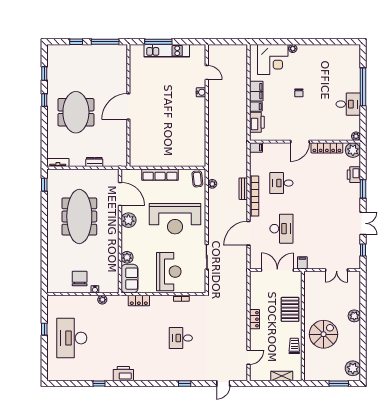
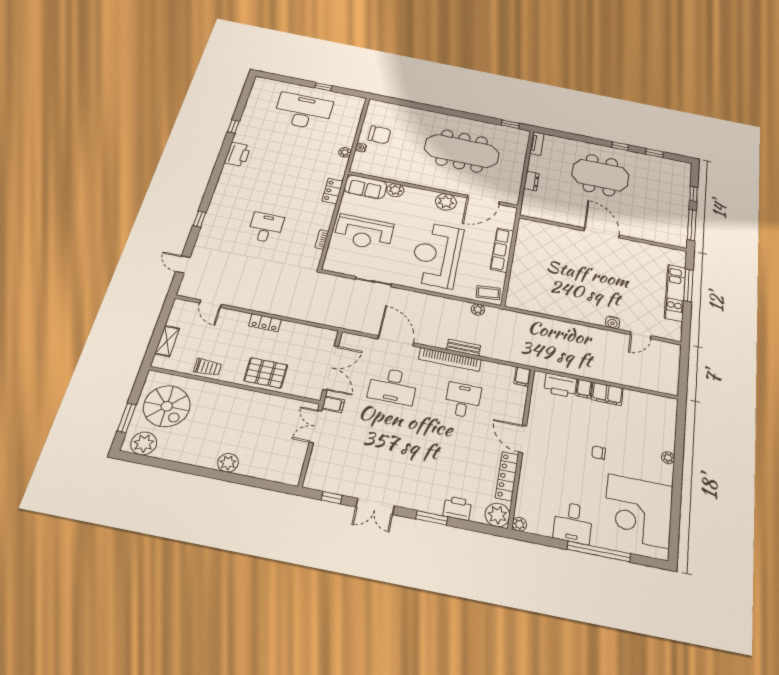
corner desk: (273, 59) -> (638, 511), moved, width x1.36, depth x1.36
double door: (337, 270) -> (316, 426), moved
spiral stairs: (324, 334) -> (167, 406), moved

